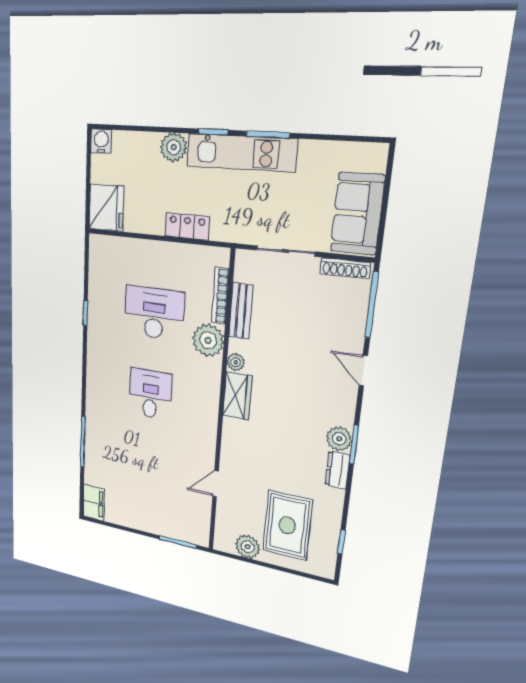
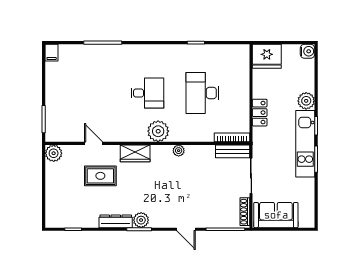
bookcase: (220, 296) -> (232, 137), moved
bench: (241, 311) -> (233, 151), moved
desk: (154, 313) -> (202, 93), turned 180
plant: (208, 340) -> (158, 131), moved
door: (363, 371) -> (186, 229), swing flipped
wardrobe: (237, 396) -> (135, 153), moved
dresser: (337, 470) -> (116, 221), width x1.44
filing cabinet: (94, 502) -> (52, 53), width x0.50
rug: (287, 525) -> (100, 176), moved, width x0.73, depth x0.70
plant: (248, 547) -> (54, 153), moved

